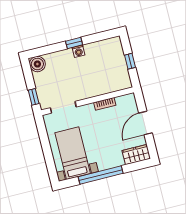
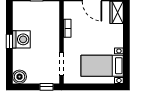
washing machine: (79, 51) -> (21, 39), width x1.89, depth x1.89
window: (101, 175) -> (126, 47), removed

